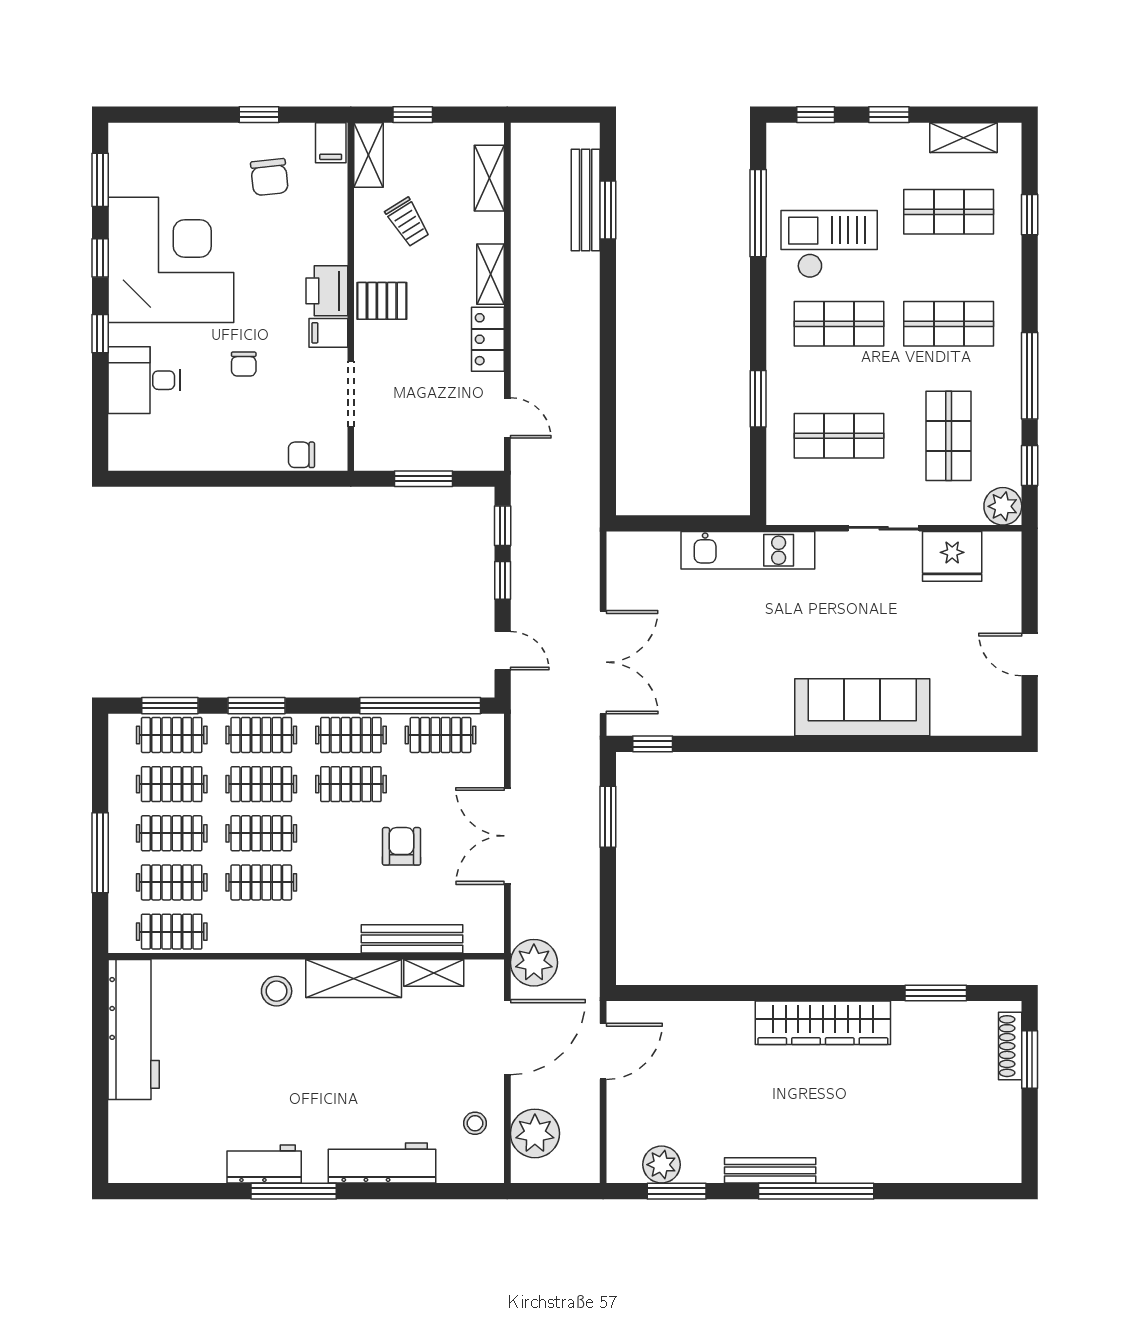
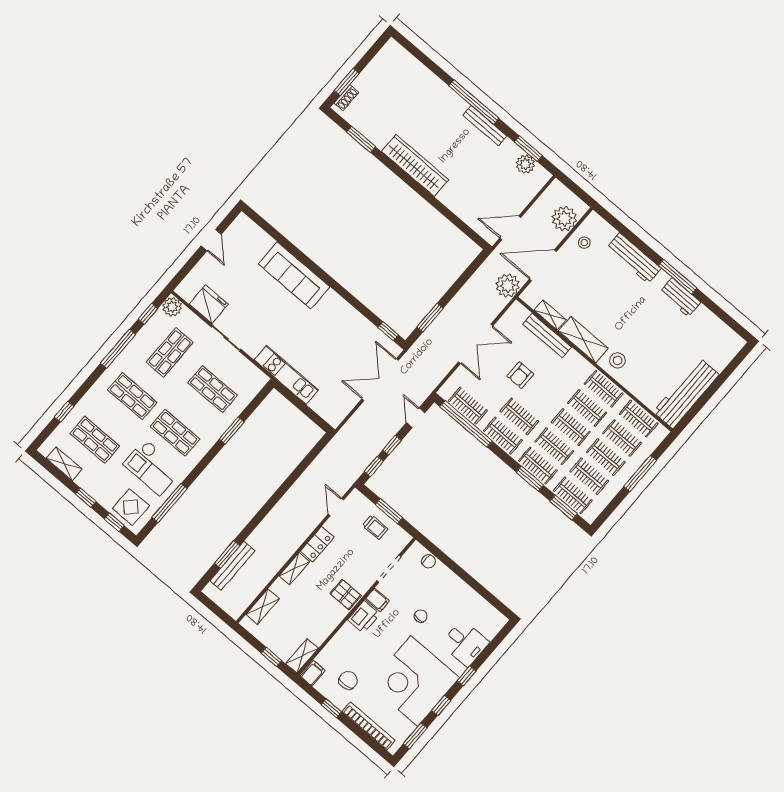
bookcase: (182, 136) -> (369, 726), added
display table: (810, 158) -> (131, 507), added
trolley: (408, 222) -> (375, 527), moved, turned 122
clothes rail: (261, 932) -> (604, 389), added
shoe rack: (1010, 1046) -> (346, 98), width x0.70

